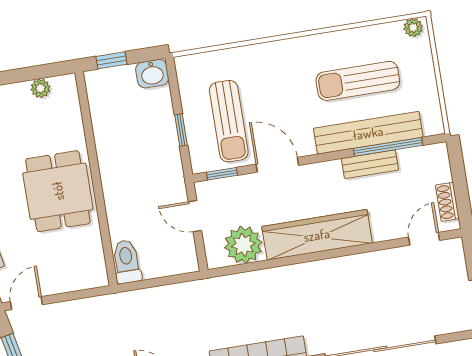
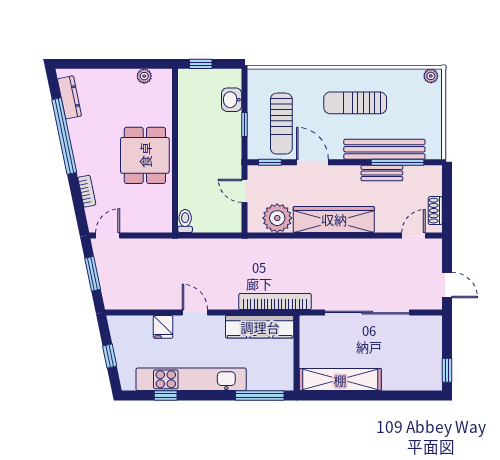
washbasin: (152, 74) -> (232, 100), moved, turned 90
sun lounger: (358, 81) -> (355, 103), moved
toilet: (127, 262) -> (185, 221), width x0.73, depth x0.72

